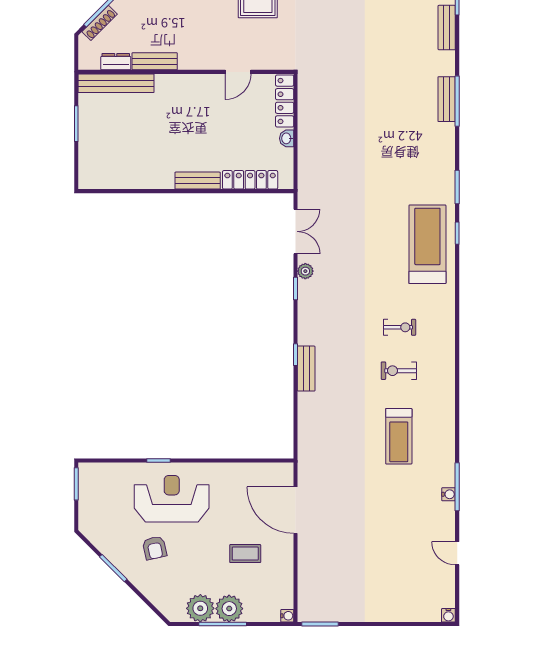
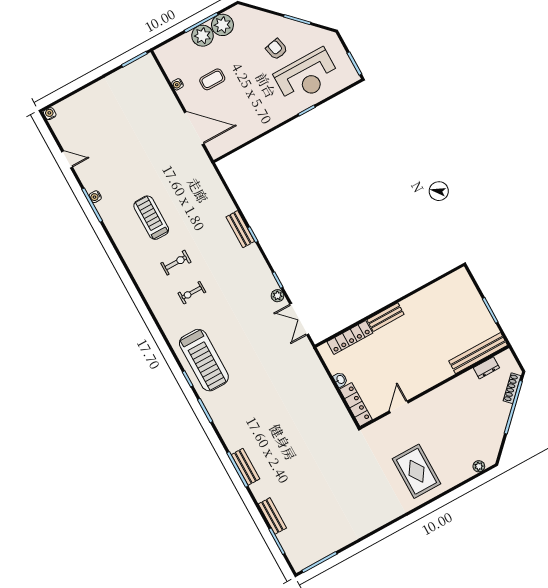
bench: (155, 61) -> (460, 383), removed
reception desk: (172, 499) -> (307, 76), moved
water cooler: (287, 616) -> (177, 84), moved

